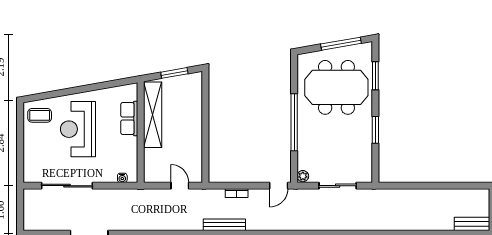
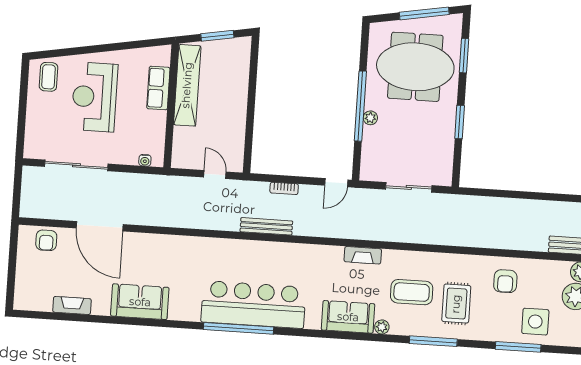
coffee table: (40, 115) -> (49, 77), turned 90
plant: (303, 176) -> (370, 118), moved

